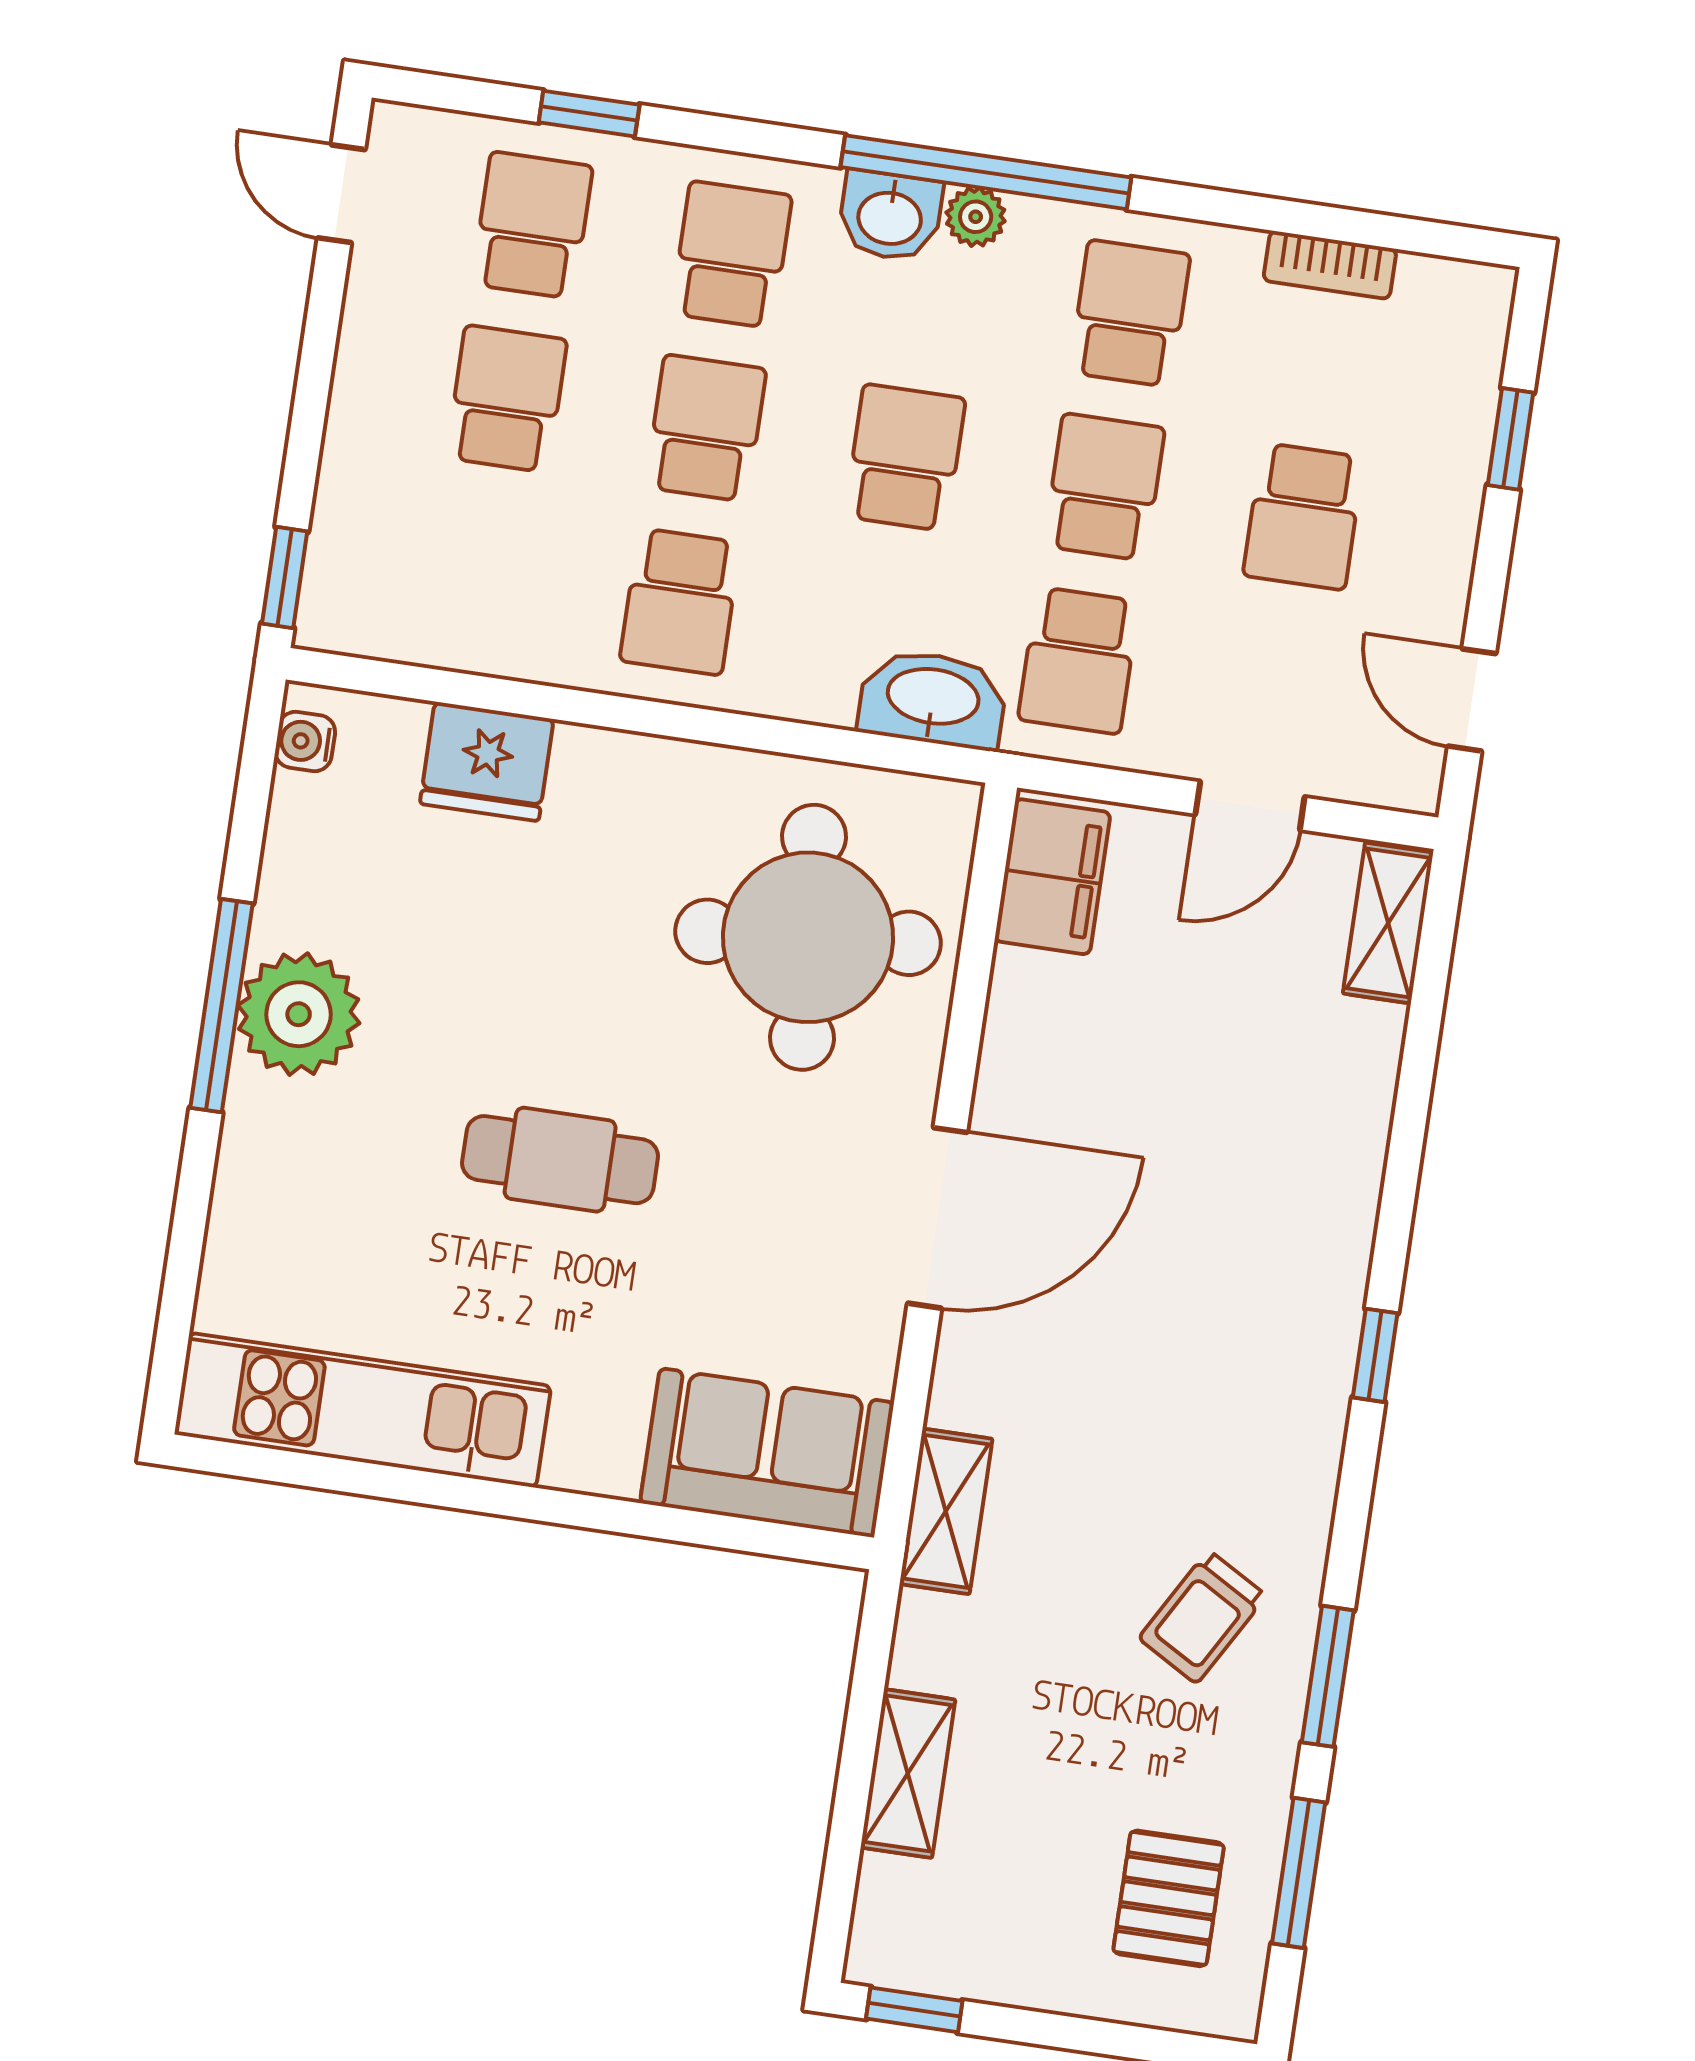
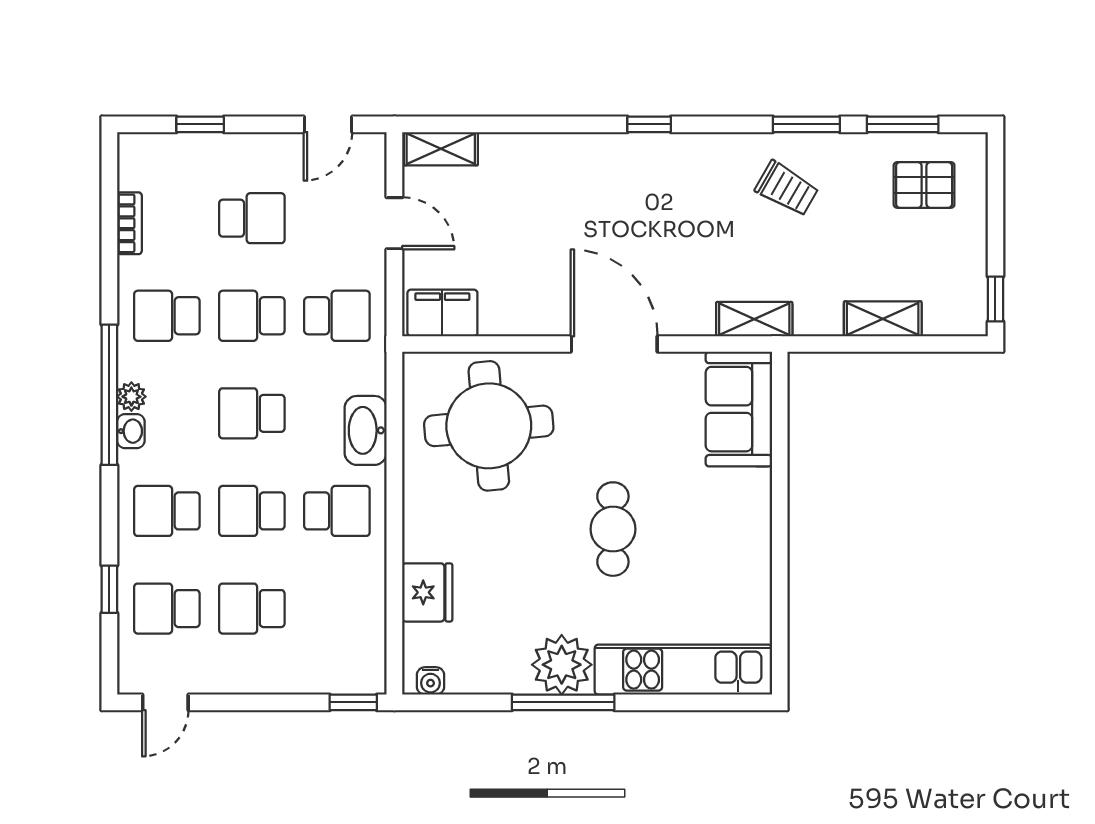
washbasin: (890, 216) -> (131, 431), width x0.72, depth x0.69
washbasin: (933, 699) -> (366, 430), moved
kitchen unit: (363, 1410) -> (683, 670), moved, turned 90

